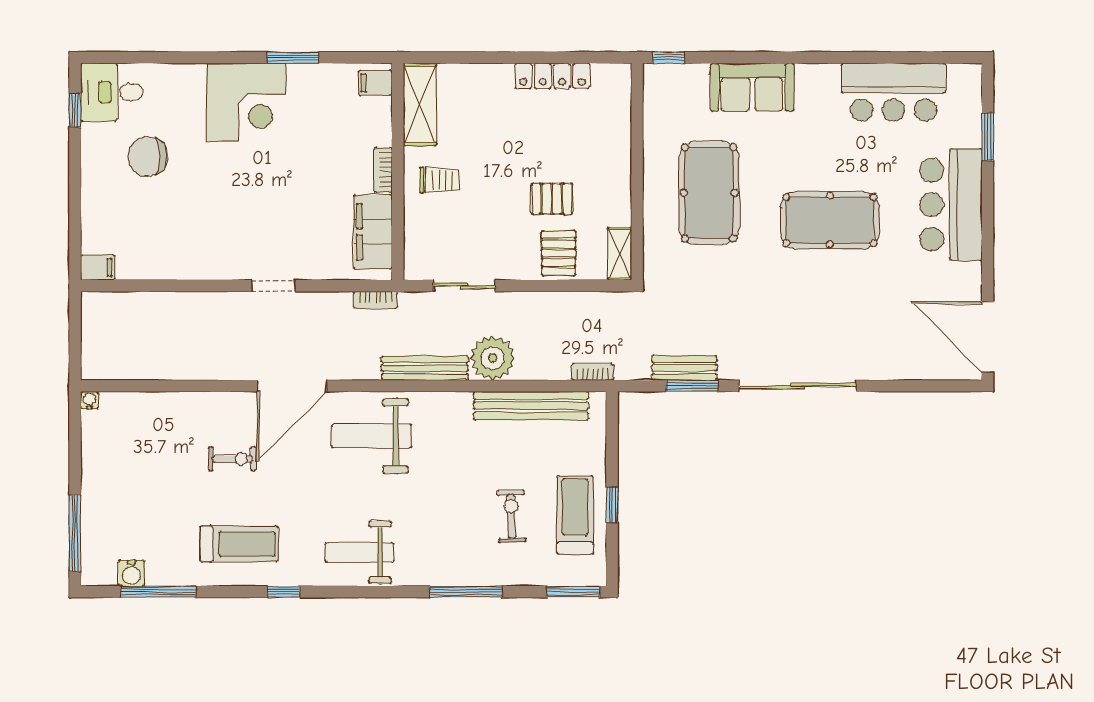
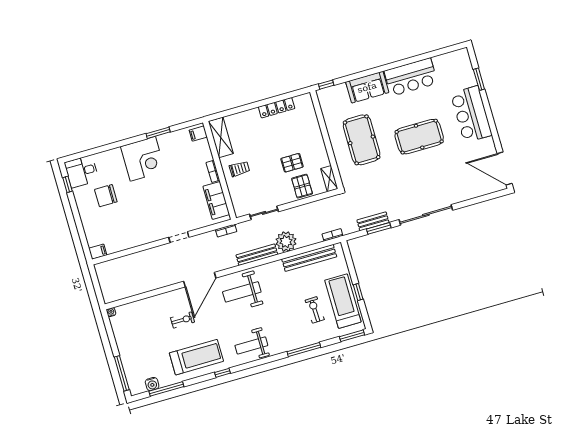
bar counter: (893, 92) -> (411, 77), moved
treadmill: (575, 515) -> (343, 301), width x1.37, depth x1.38
treadmill: (239, 544) -> (196, 357), width x1.37, depth x1.38

